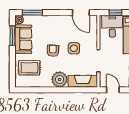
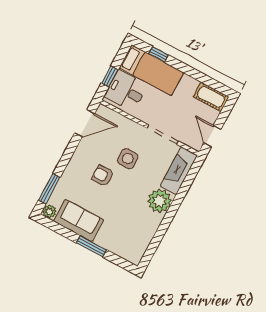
window: (12, 36) -> (91, 246), moved
armchair: (53, 51) -> (103, 176), moved
rug: (29, 68) -> (122, 233), removed
door: (113, 90) -> (212, 136), hinge flipped

